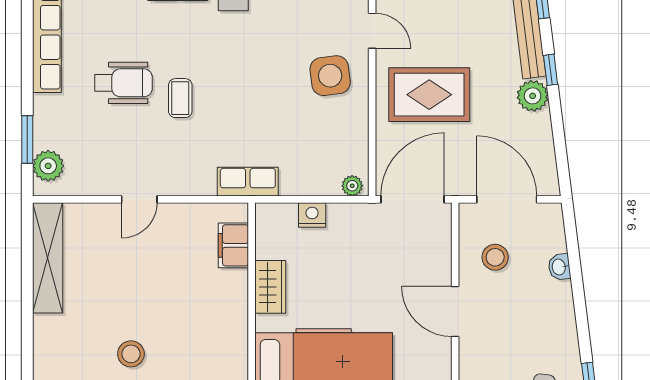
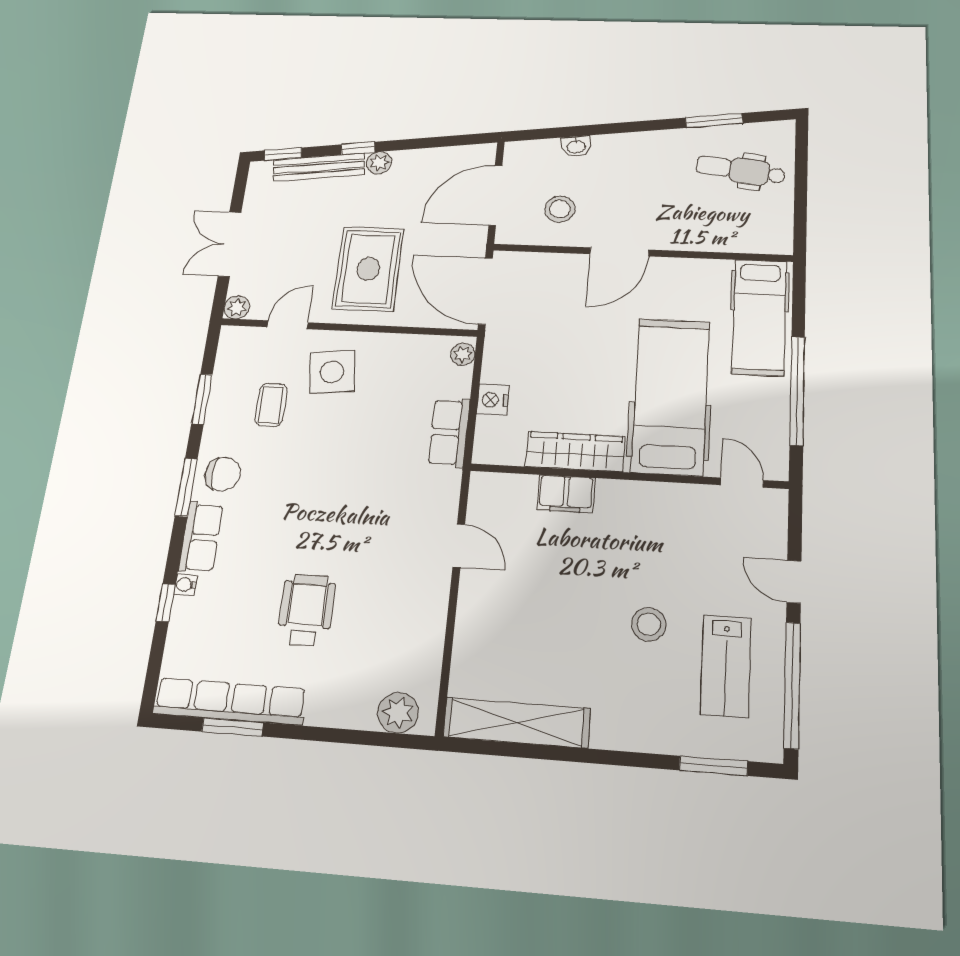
plant: (533, 96) -> (379, 163), width x0.73, depth x0.73
coffee table: (180, 98) -> (271, 405), moved, turned 90
window: (27, 140) -> (232, 727), moved
row of seats: (248, 182) -> (449, 432), moved
door: (139, 199) -> (459, 546), moved
filing cabinet: (233, 245) -> (566, 494), moved
wardrobe: (270, 287) -> (575, 452), width x1.50

